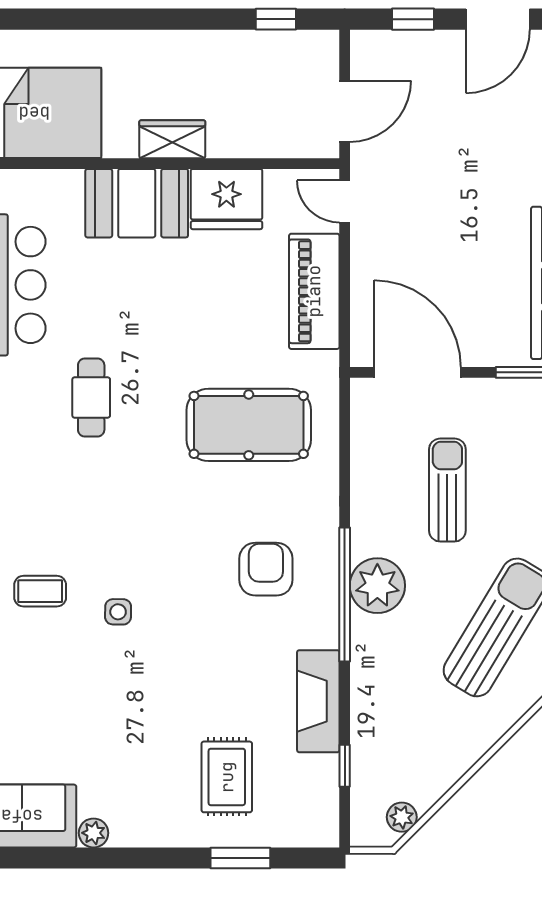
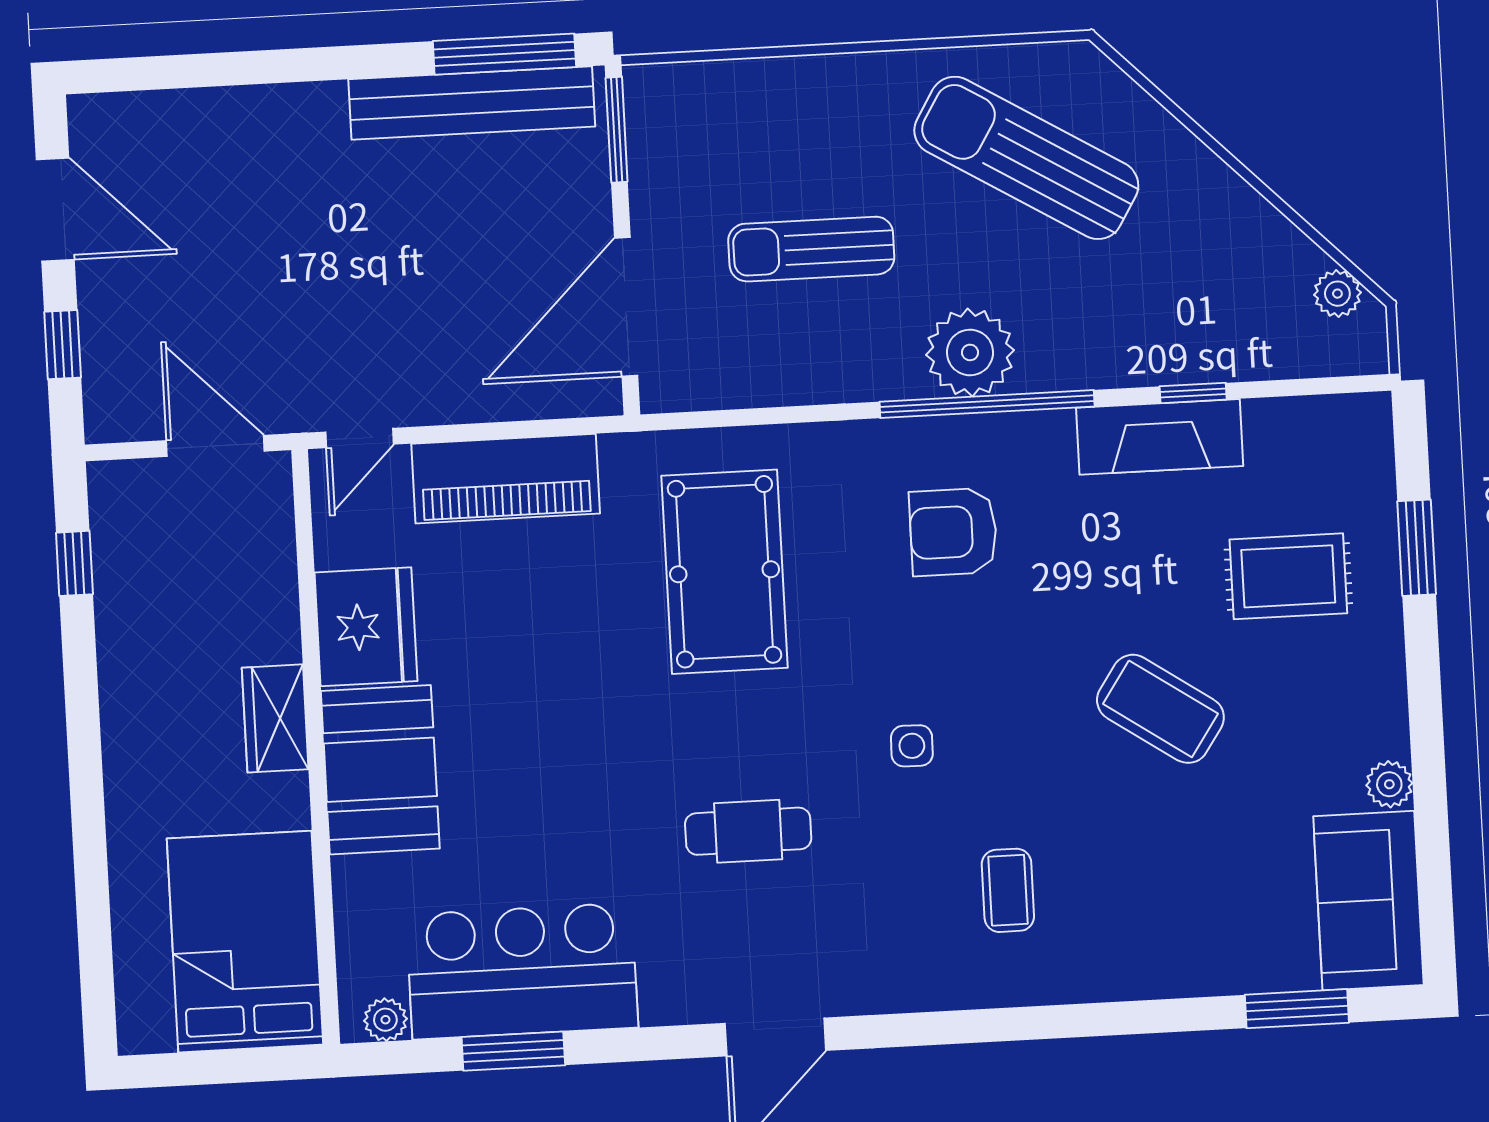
cafe table: (91, 398) -> (748, 831), moved
side table: (118, 612) -> (912, 746), moved
coffee table: (148, 693) -> (1160, 709), added
window: (345, 766) -> (1193, 393), moved

